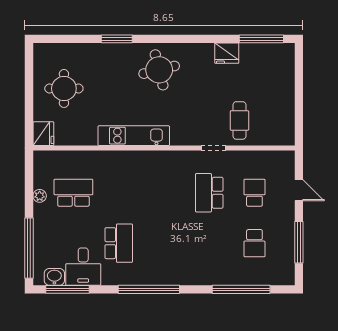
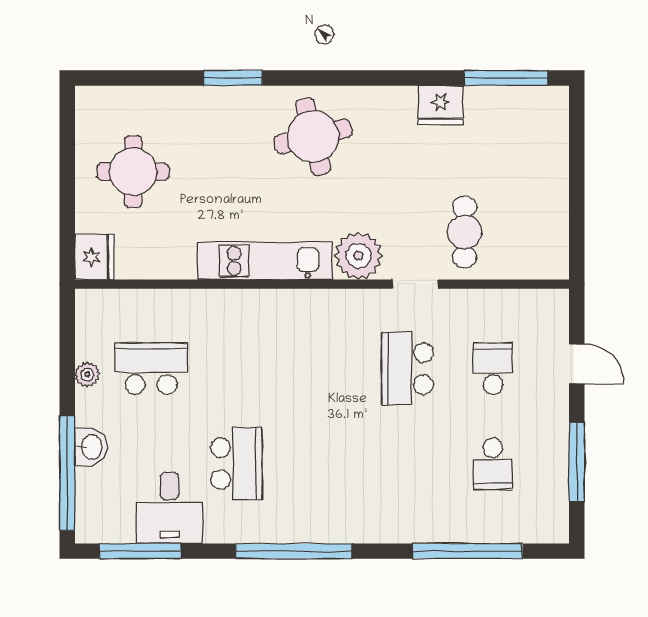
plant: (183, 133) -> (358, 256), added
washbasin: (54, 277) -> (91, 447), moved, turned 90

